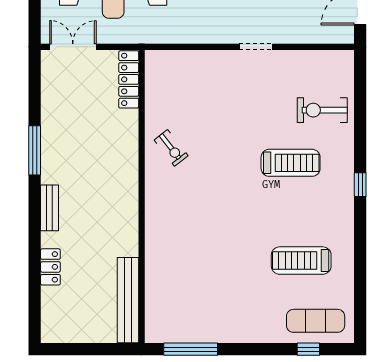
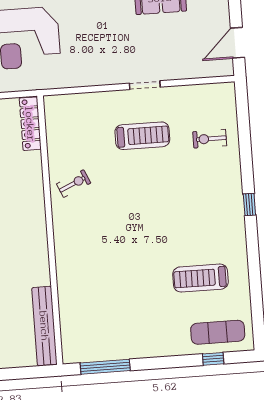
exercise bike: (322, 110) -> (210, 139), width x0.73, depth x0.72
exercise bike: (171, 148) -> (74, 184), turned -76
treadmill: (291, 163) -> (142, 136), moved

